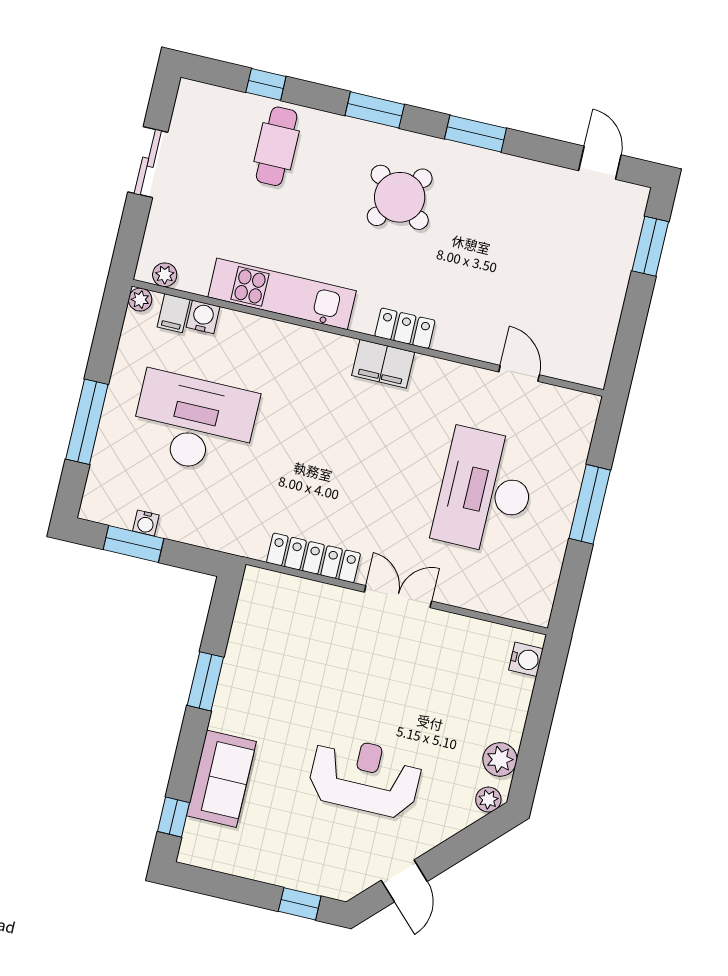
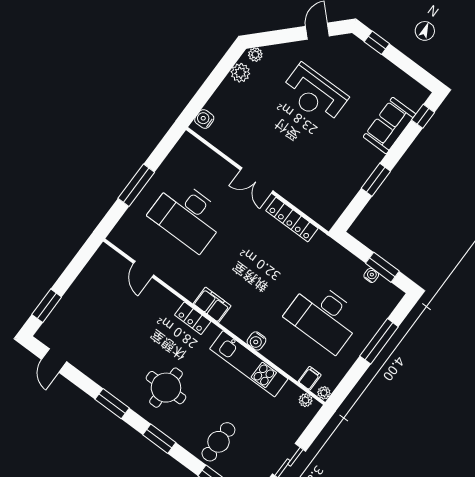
round table: (400, 197) -> (166, 388), turned -37
water cooler: (203, 317) -> (256, 341), moved
desk: (485, 491) -> (188, 215), turned 90

